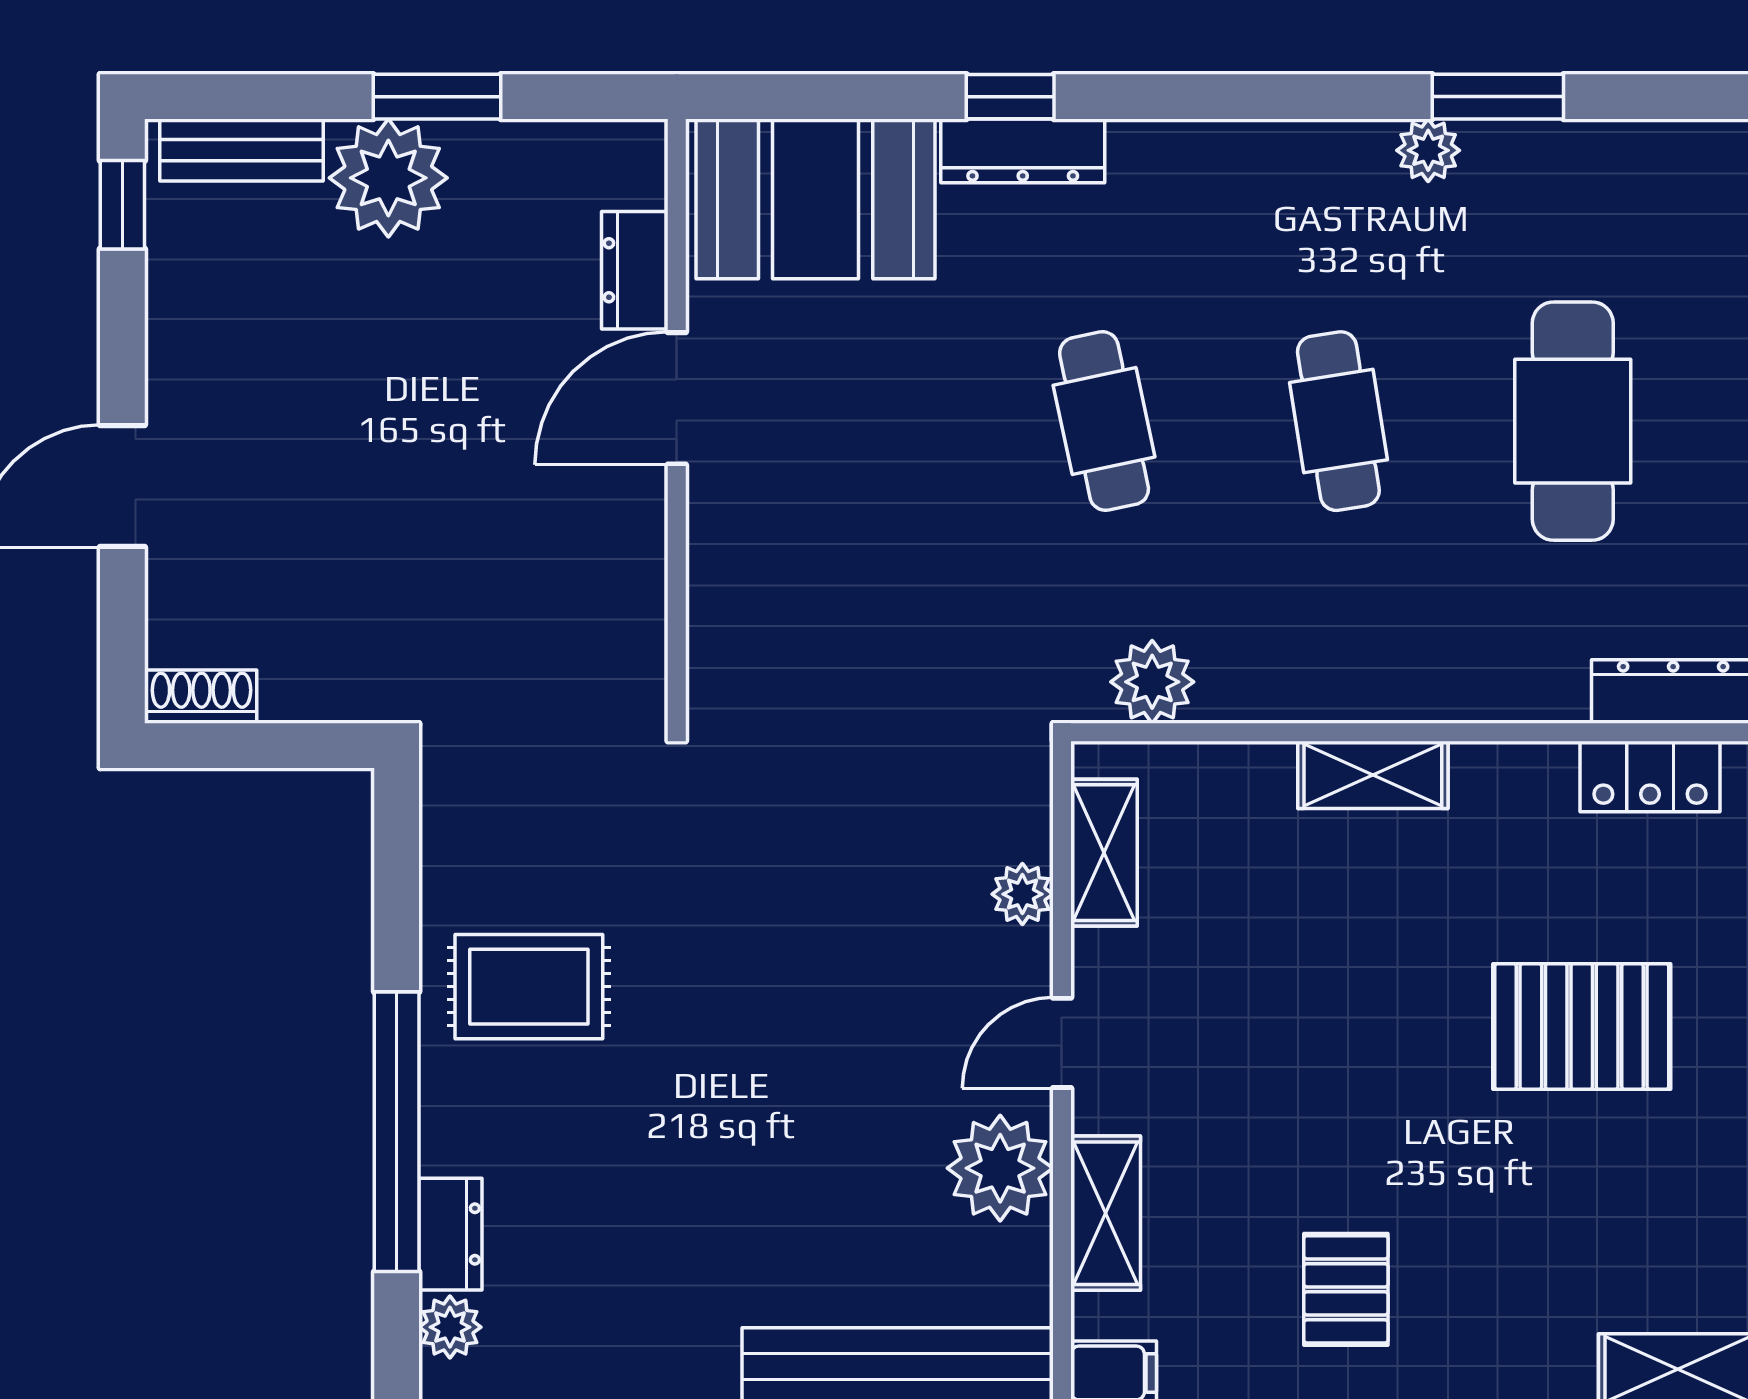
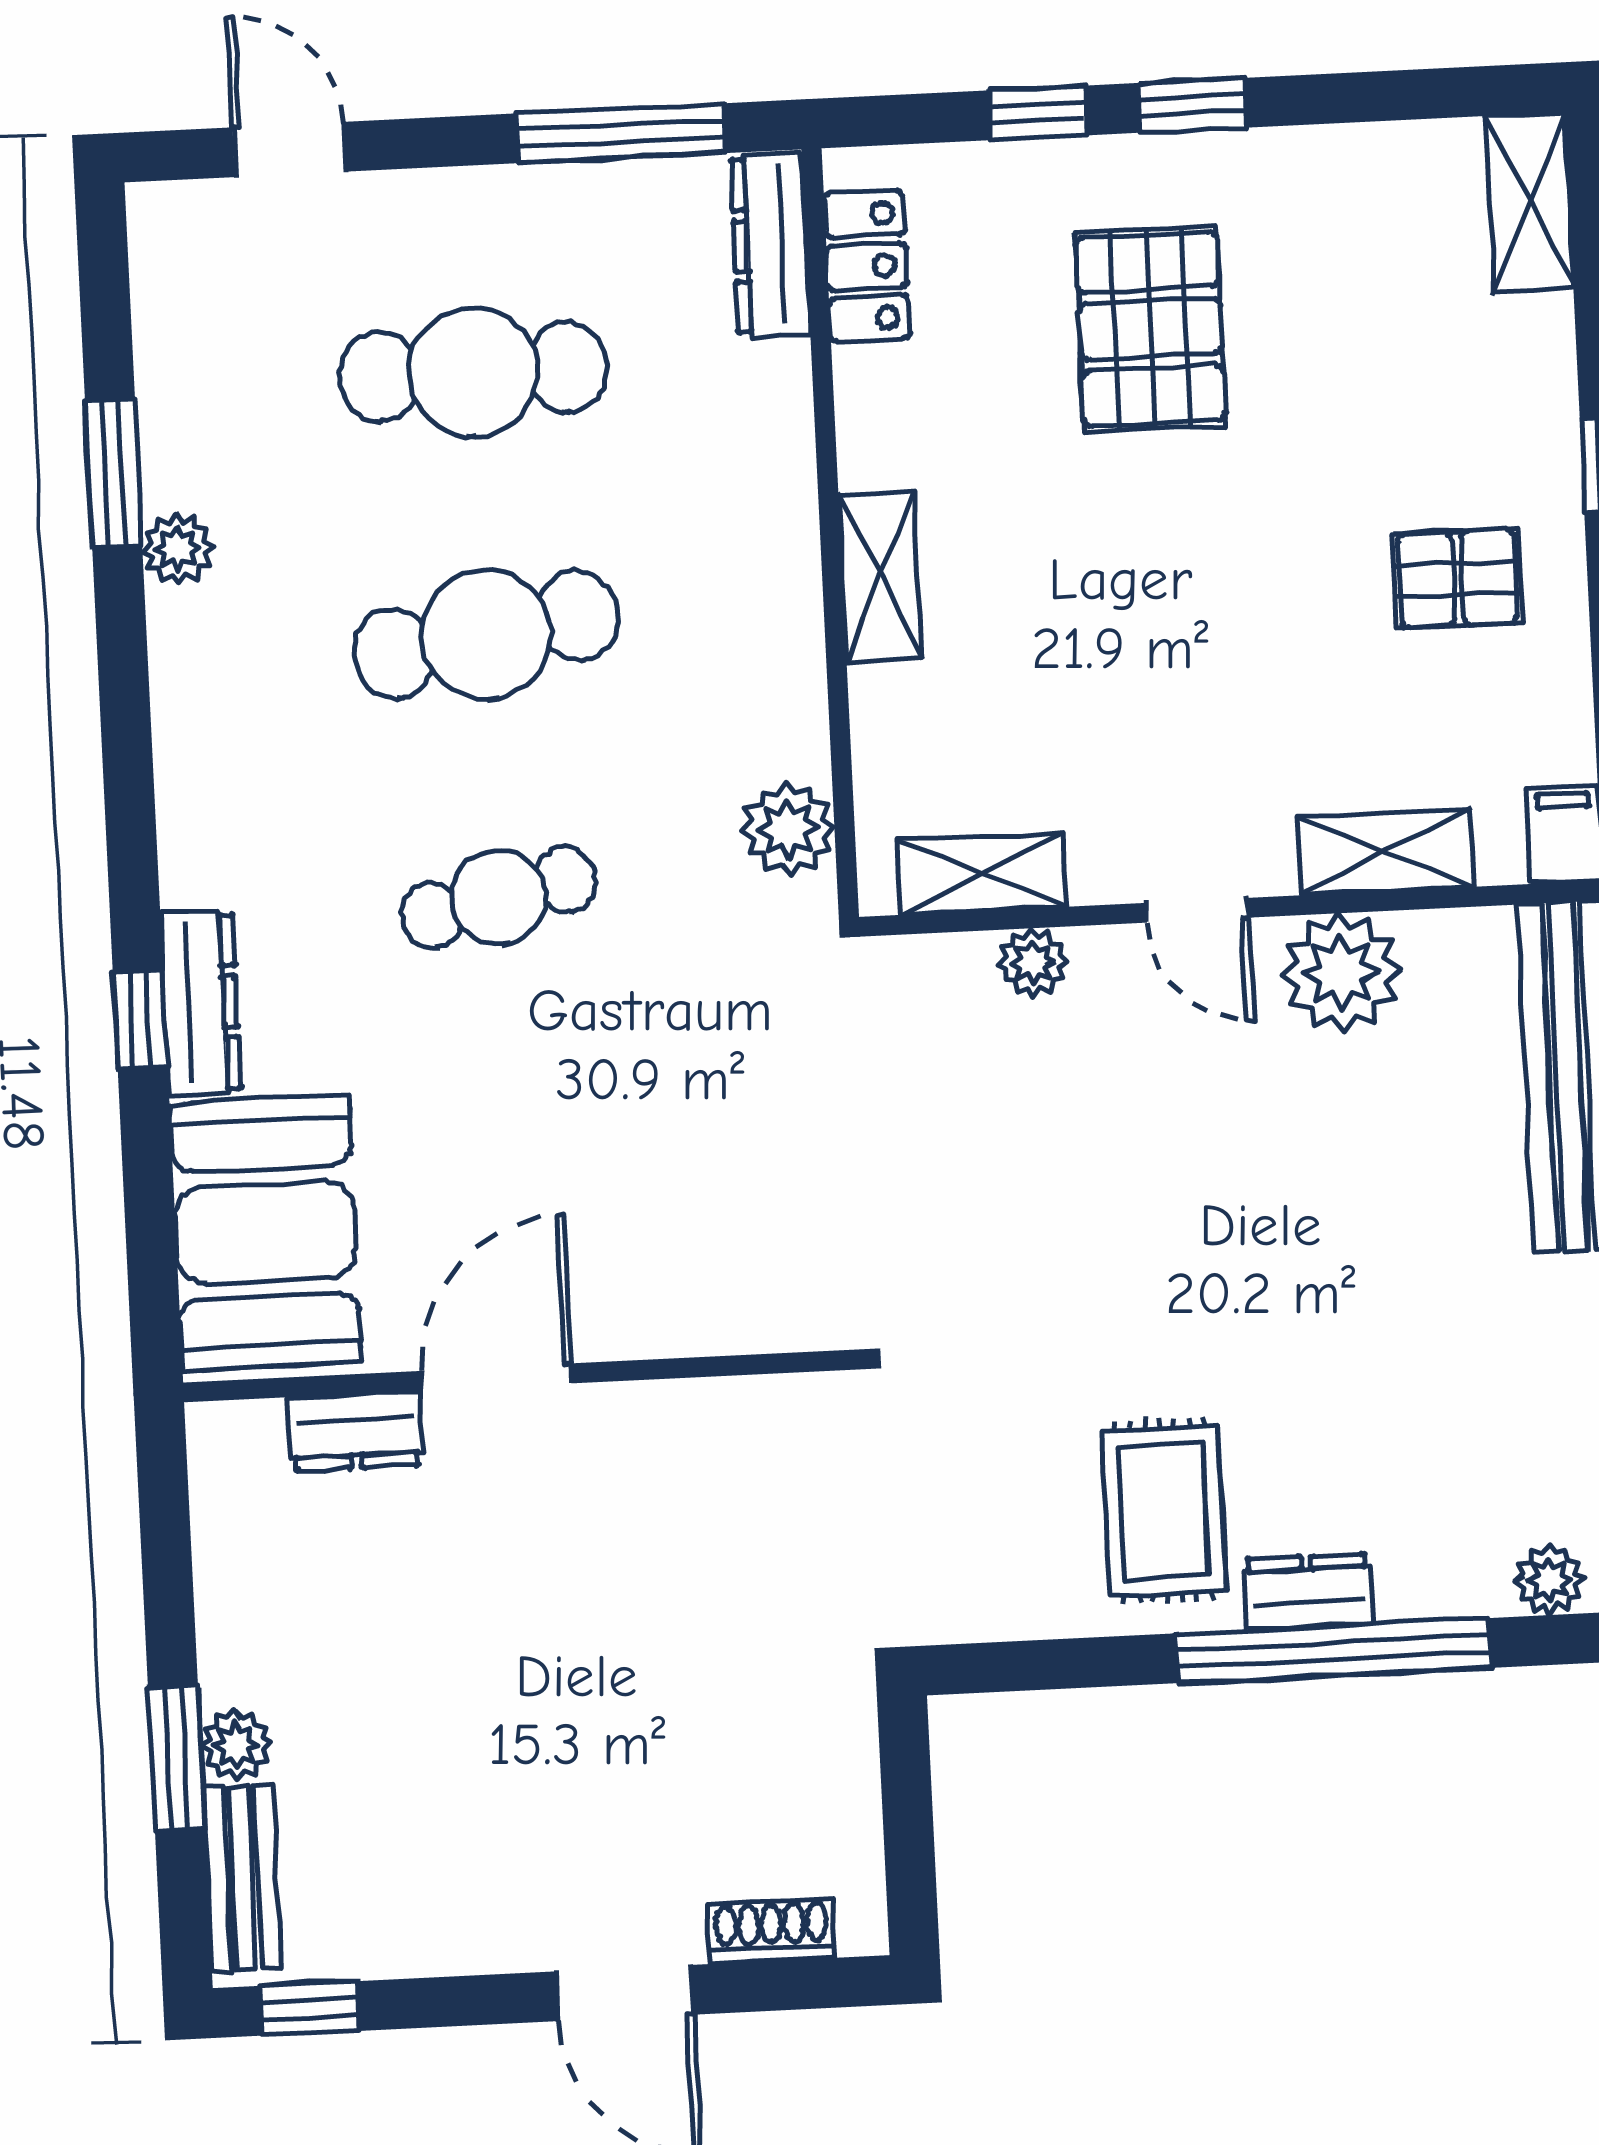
window: (437, 97) -> (176, 1759), moved
plant: (388, 178) -> (236, 1745), width x0.53, depth x0.53
door: (677, 398) -> (497, 1377), swing flipped
cafe table: (1338, 421) -> (486, 635), width x1.37, depth x1.35
shoe rack: (201, 697) -> (771, 1931), moved, turned 90
dresser: (450, 1234) -> (1308, 1592), moved

